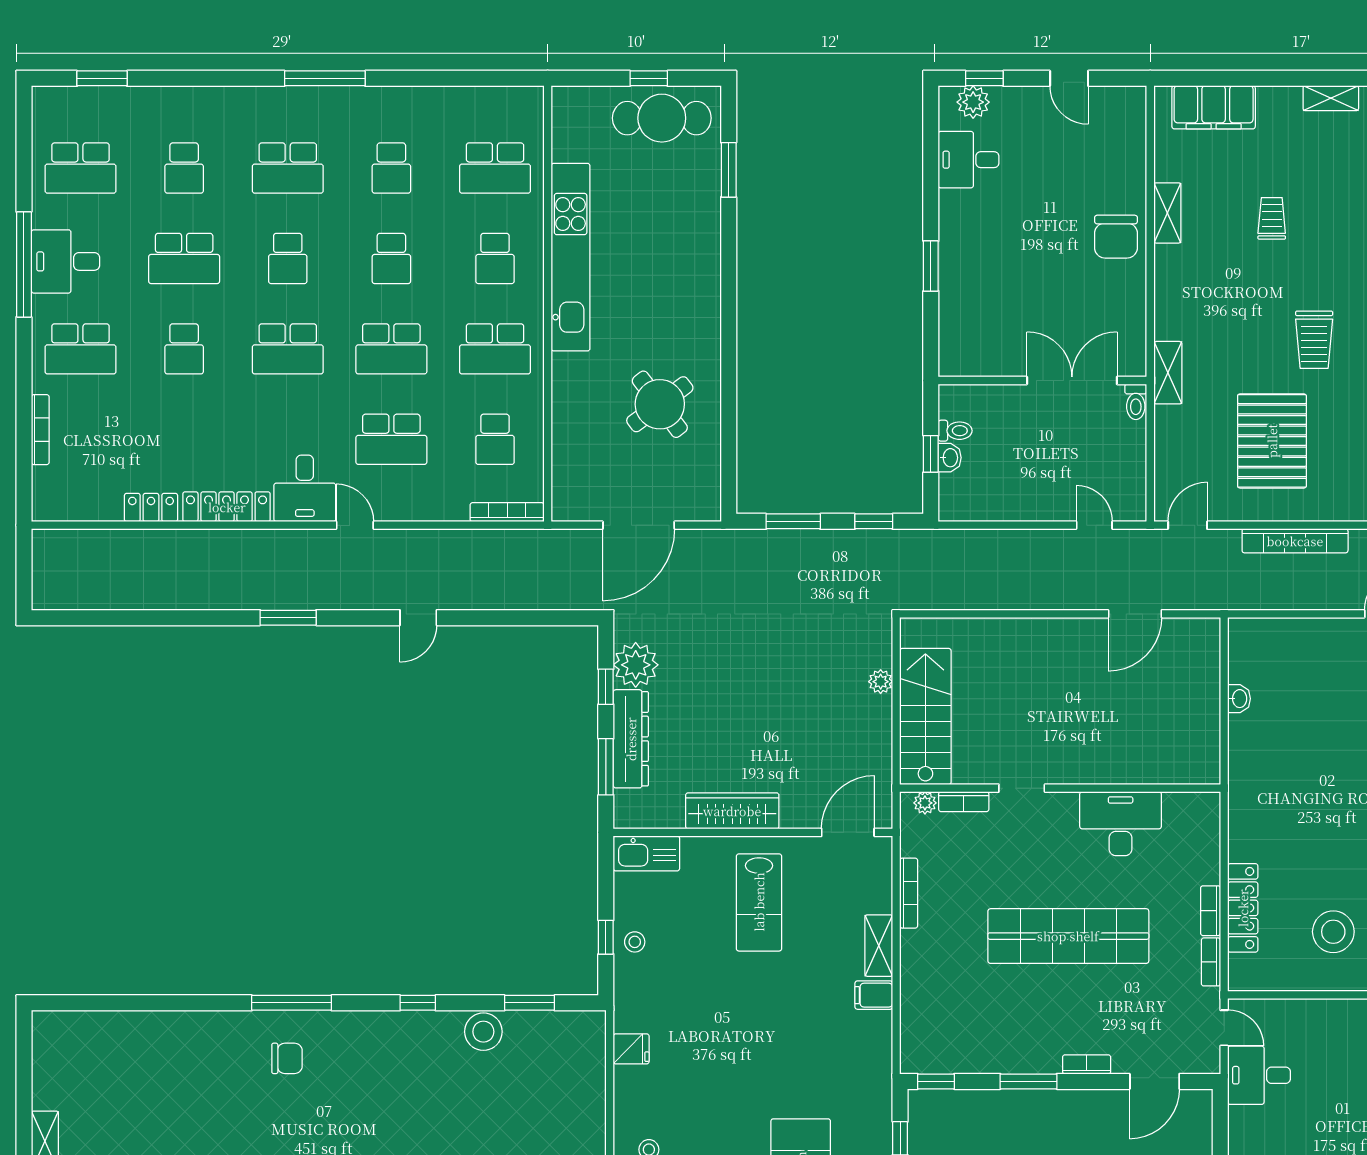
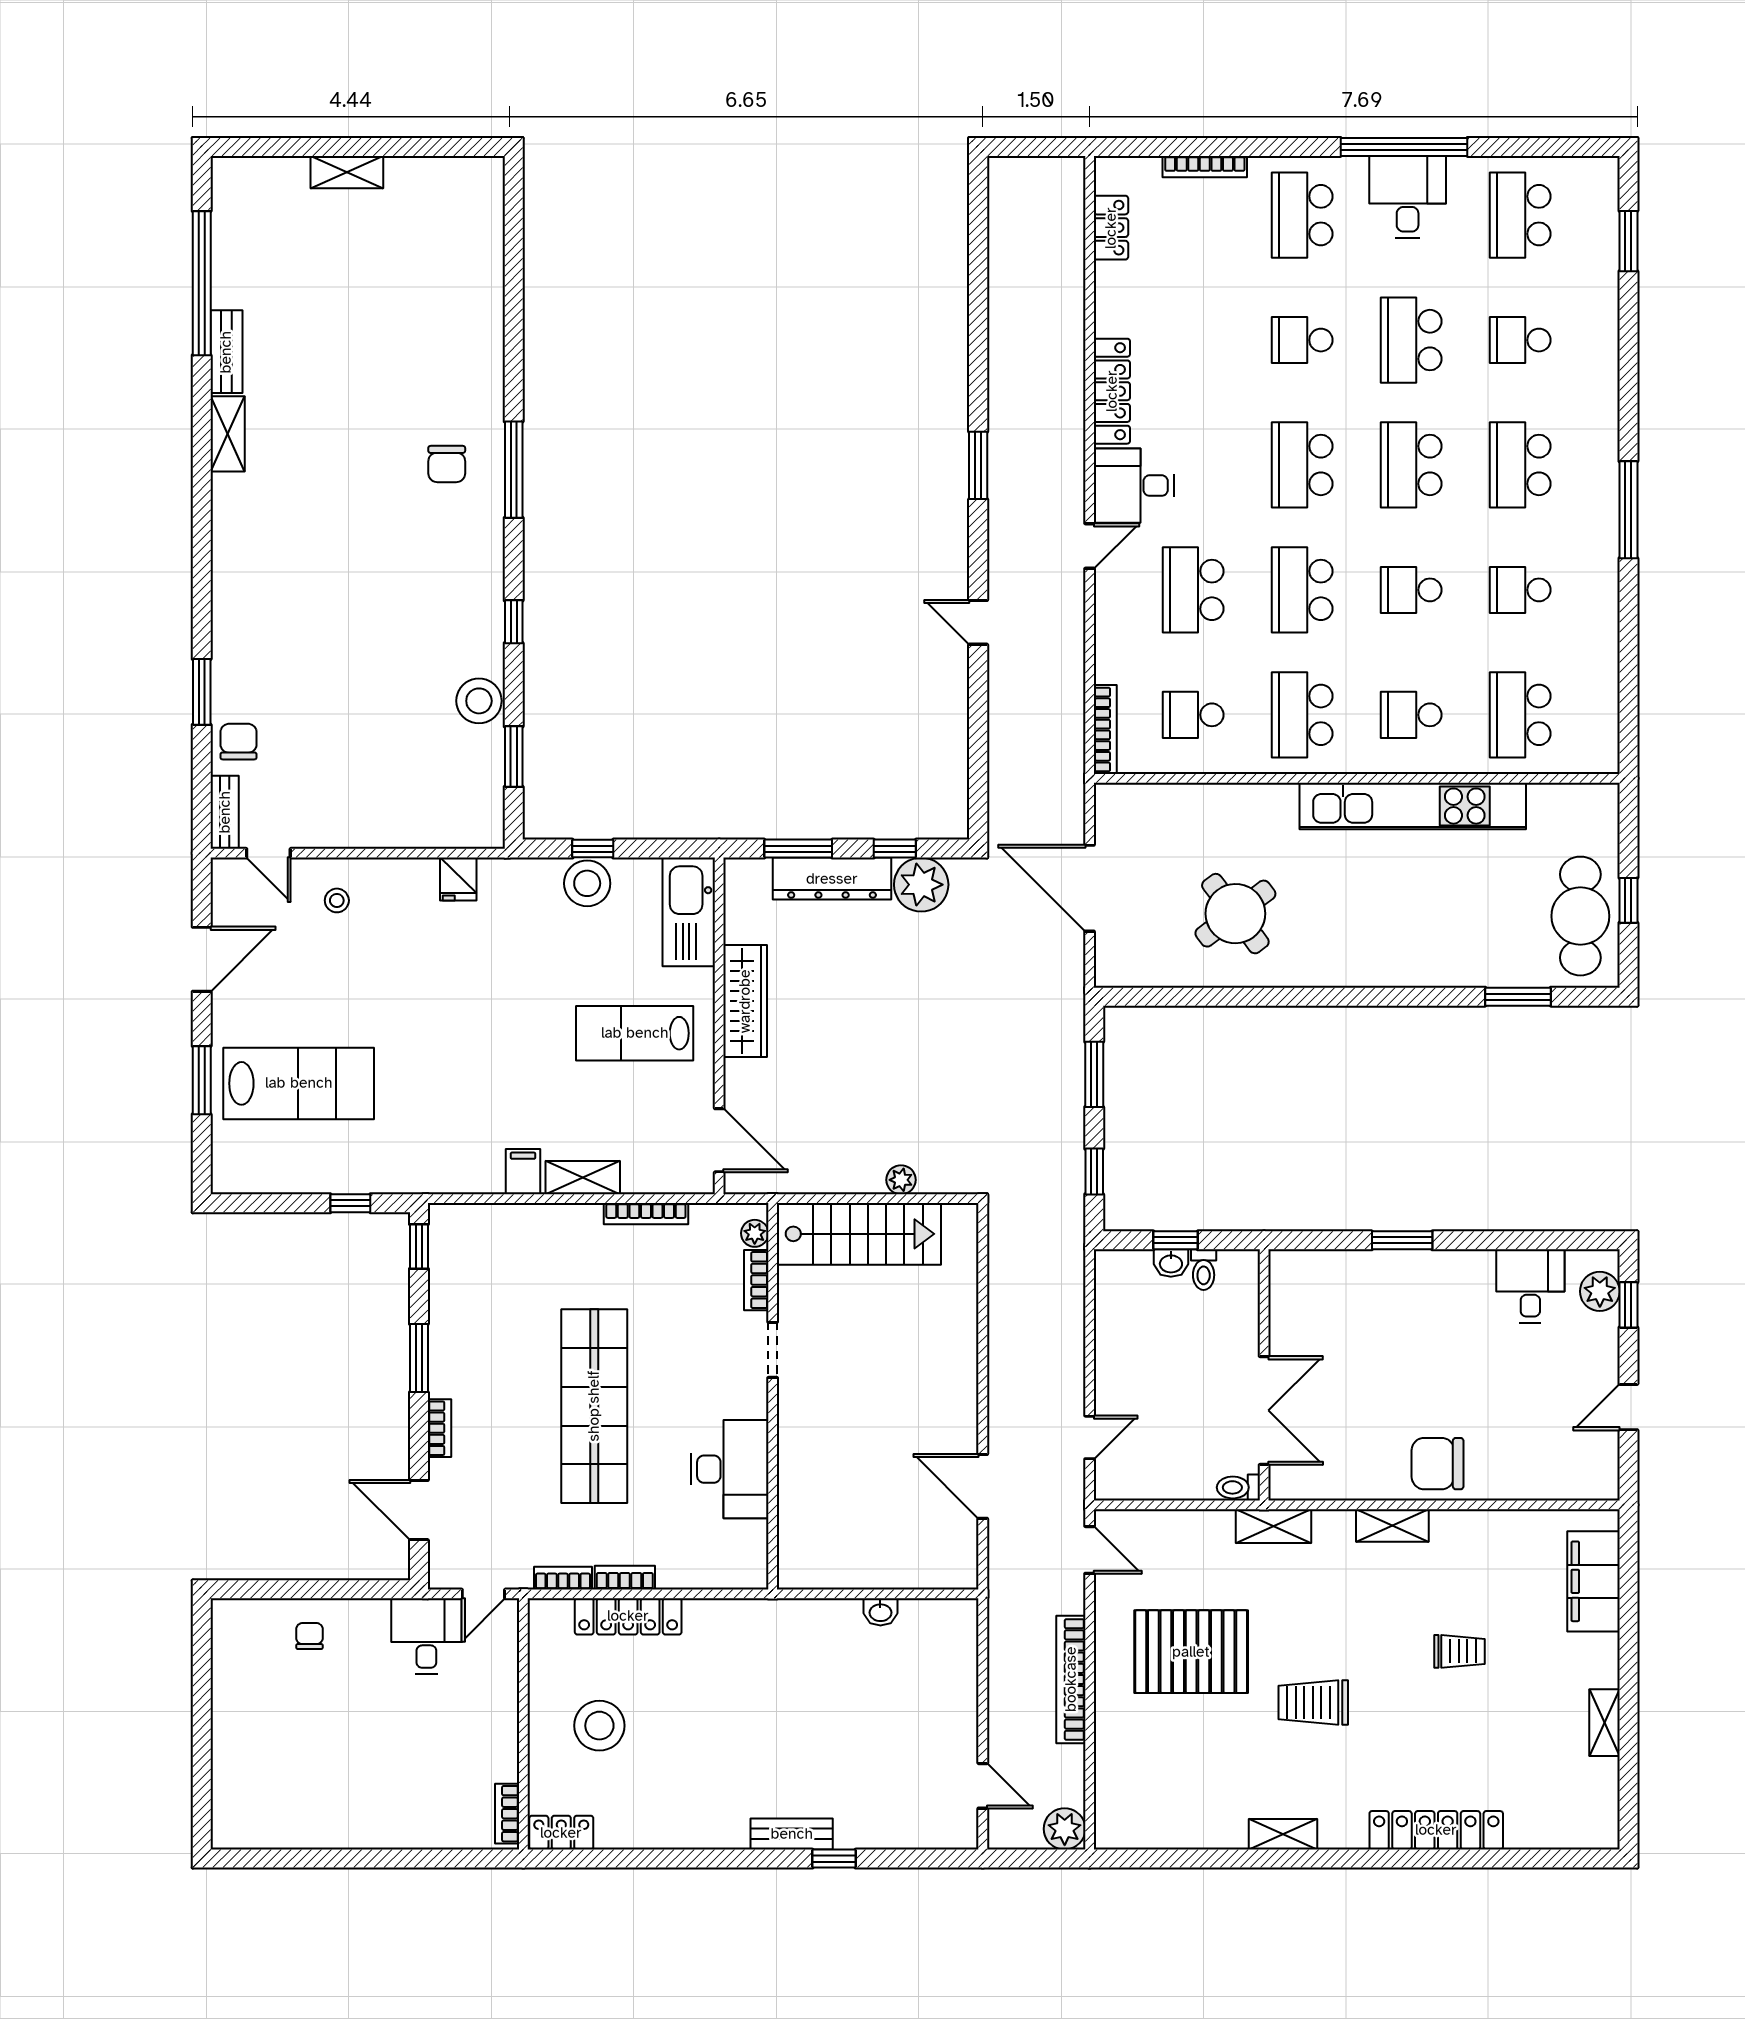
shelving: (1167, 213) -> (1392, 1526), moved
school desk: (288, 258) -> (1411, 465), width x1.85
locker: (151, 507) -> (1111, 228), moved
kitchen sink: (646, 853) -> (689, 912), width x1.36, depth x1.24
stool: (635, 942) -> (587, 883), width x1.89, depth x1.89

